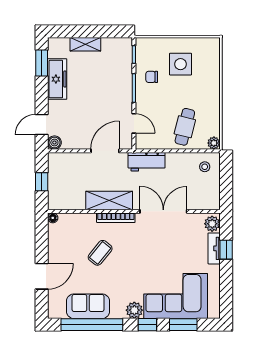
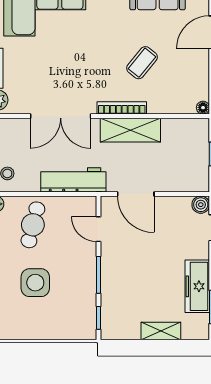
side table: (180, 64) -> (35, 283), moved
chair: (152, 77) -> (76, 289), removed
door: (105, 151) -> (136, 194), hinge flipped
workbench: (147, 162) -> (73, 180), width x1.38

